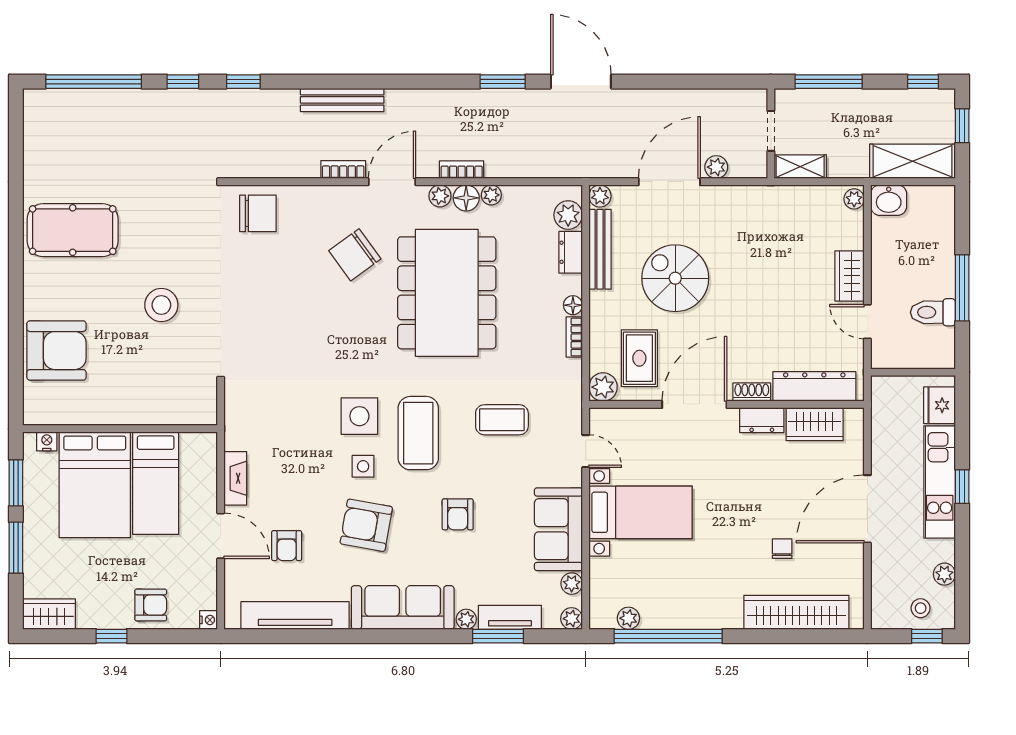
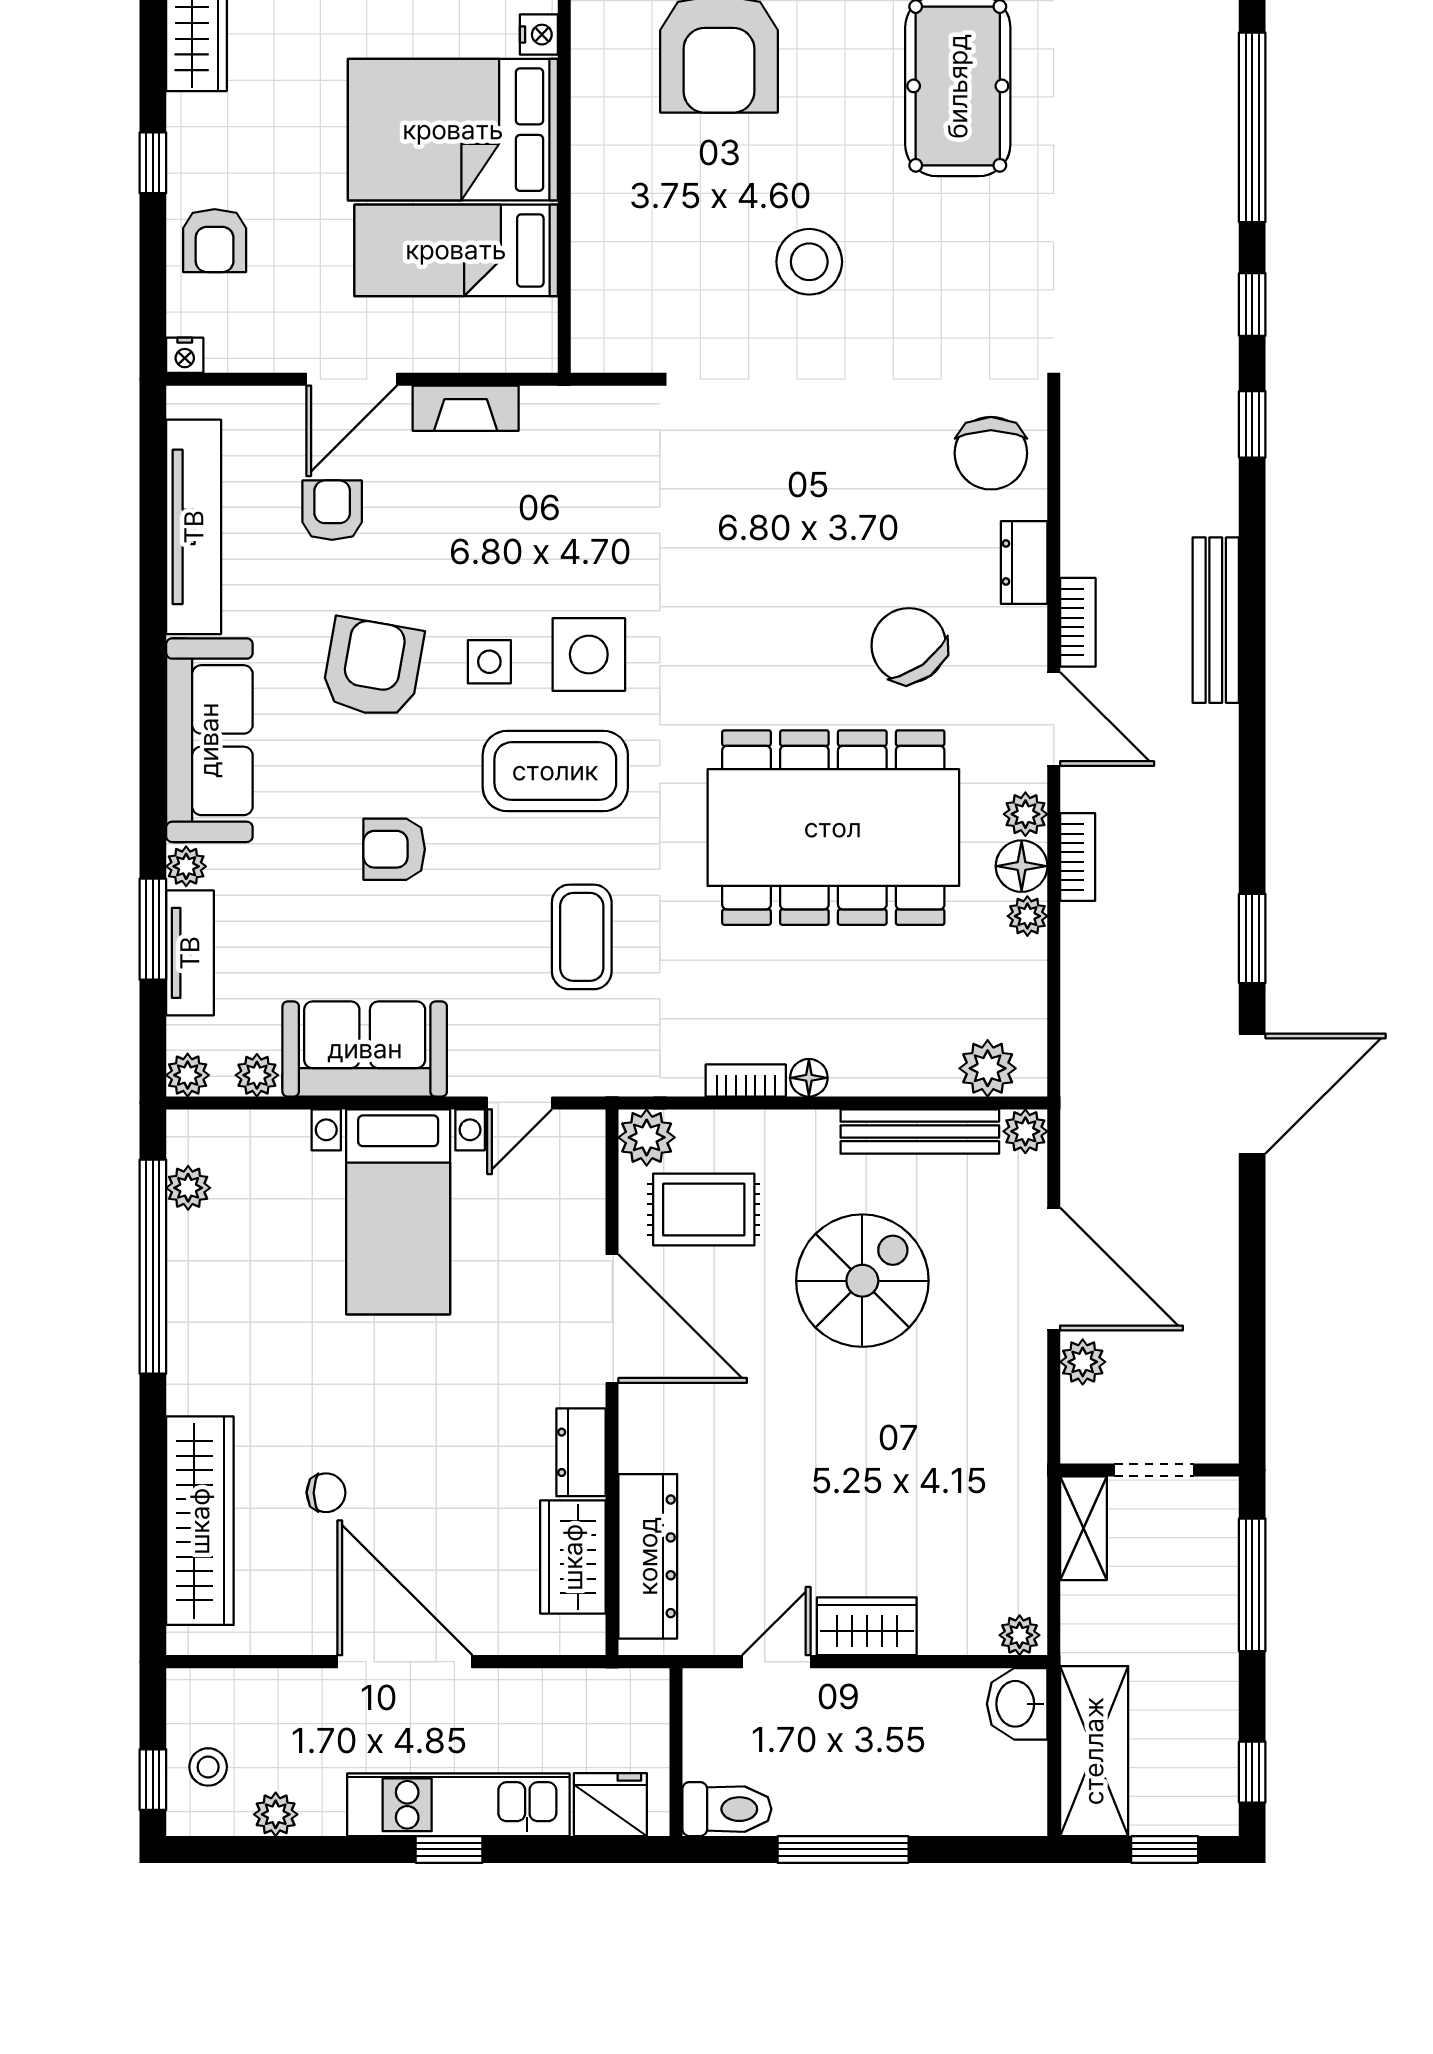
dresser: (571, 252) -> (1024, 562), moved, turned -90
toilet: (933, 312) -> (727, 1809), moved, turned 90
shoe rack: (752, 392) -> (637, 1432), removed
armchair: (287, 546) -> (332, 510), turned 90

